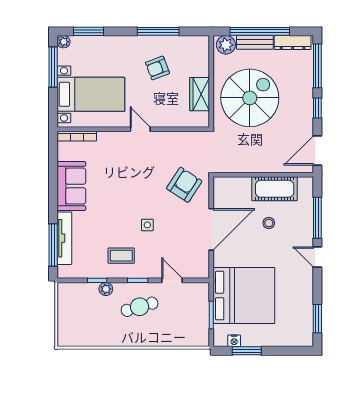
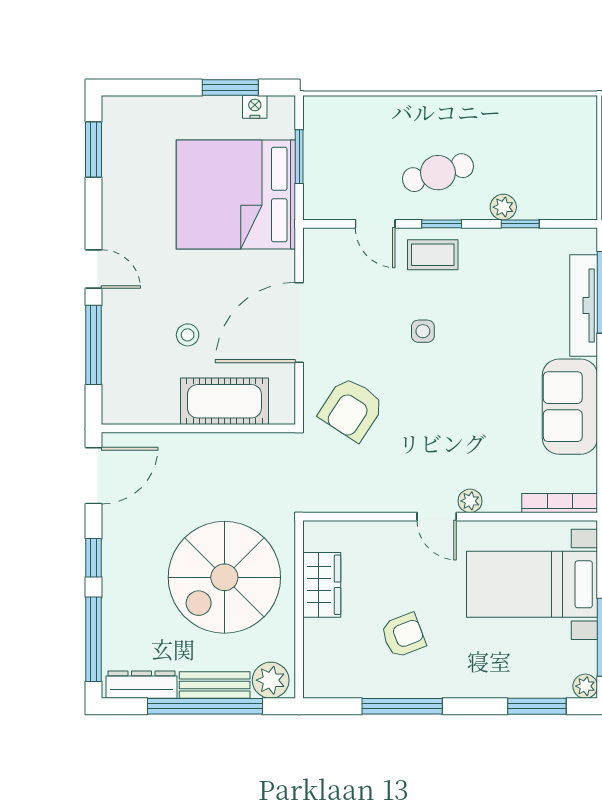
plant: (123, 137) -> (470, 501), added
cot: (275, 189) -> (224, 401), moved
coffee table: (121, 256) -> (433, 255), moved

